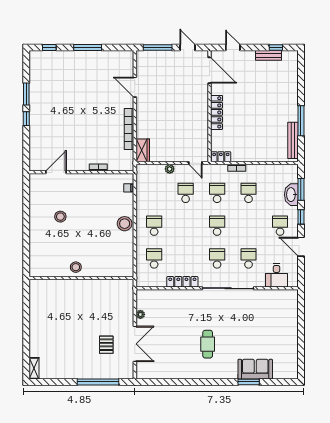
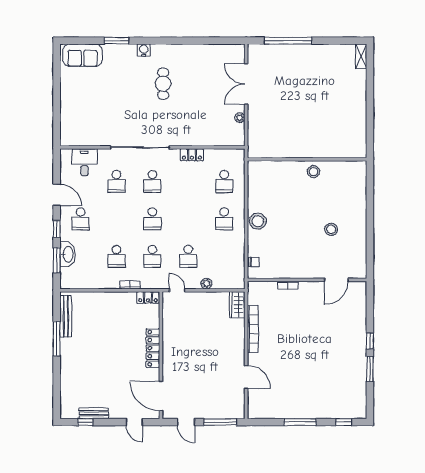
locker: (182, 282) -> (192, 155), width x0.66
pallet: (106, 345) -> (279, 83), removed
sofa: (255, 369) -> (83, 55), moved
water cooler: (225, 374) -> (144, 50), added

